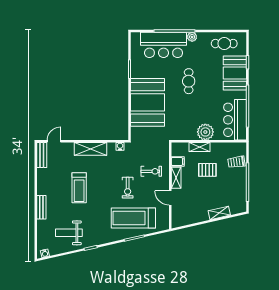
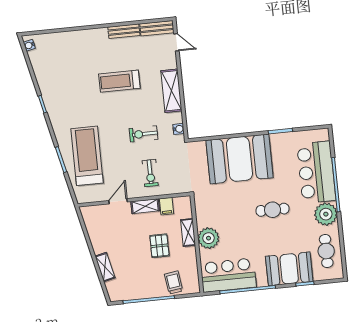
plant: (192, 37) -> (326, 214), width x1.87, depth x1.87
exercise bike: (128, 188) -> (144, 134), moved
bench: (41, 207) -> (124, 31), moved
weight bench: (69, 233) -> (59, 74), removed

